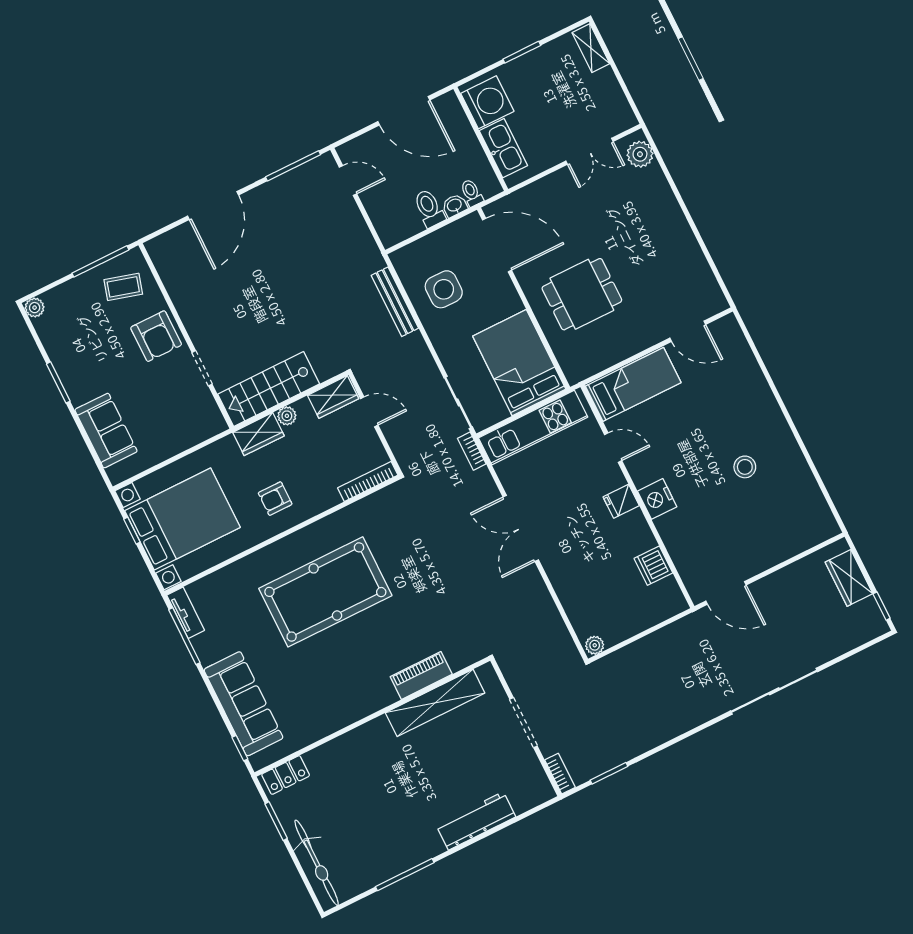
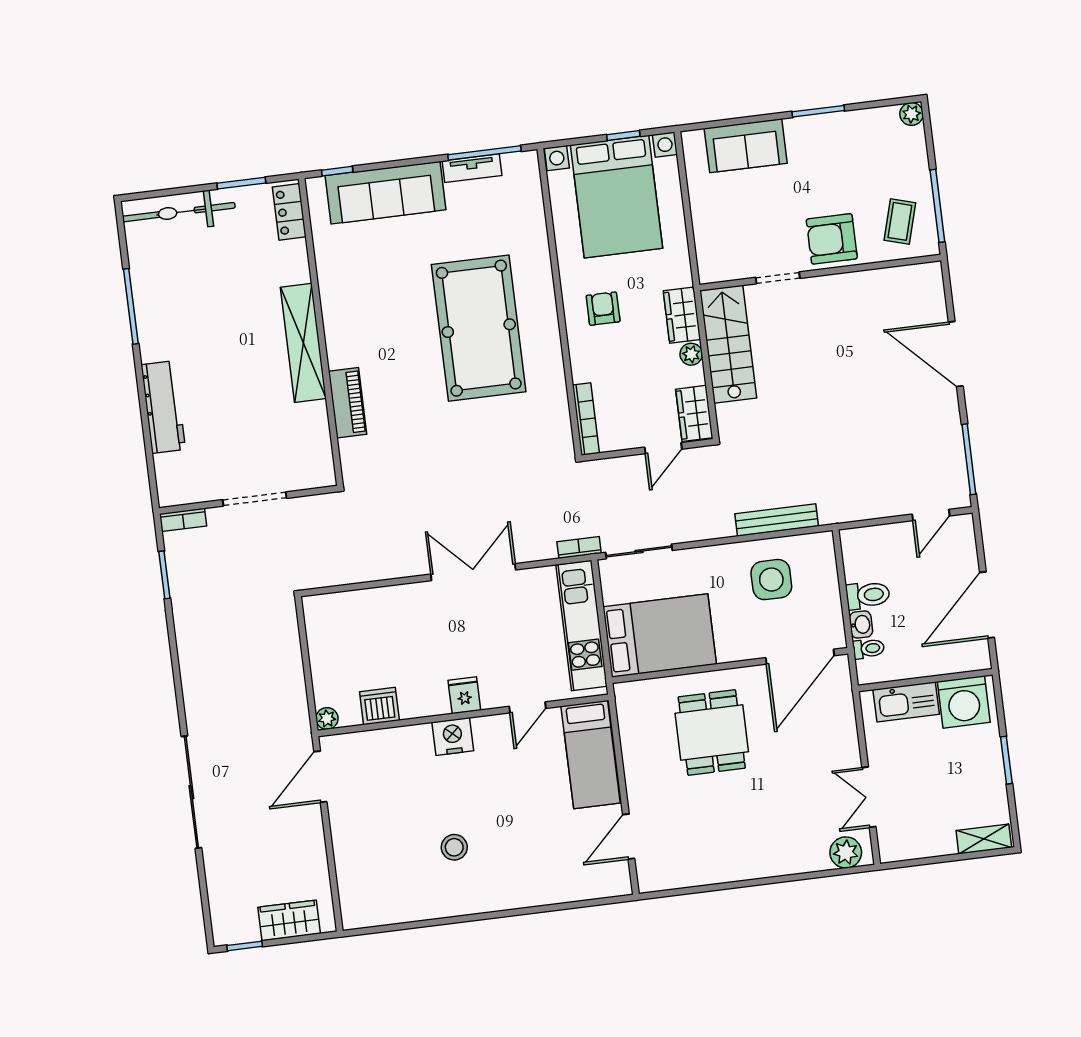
tv unit: (186, 613) -> (472, 168), moved
plant: (595, 645) -> (327, 718), moved
shelving: (435, 703) -> (303, 343), moved

